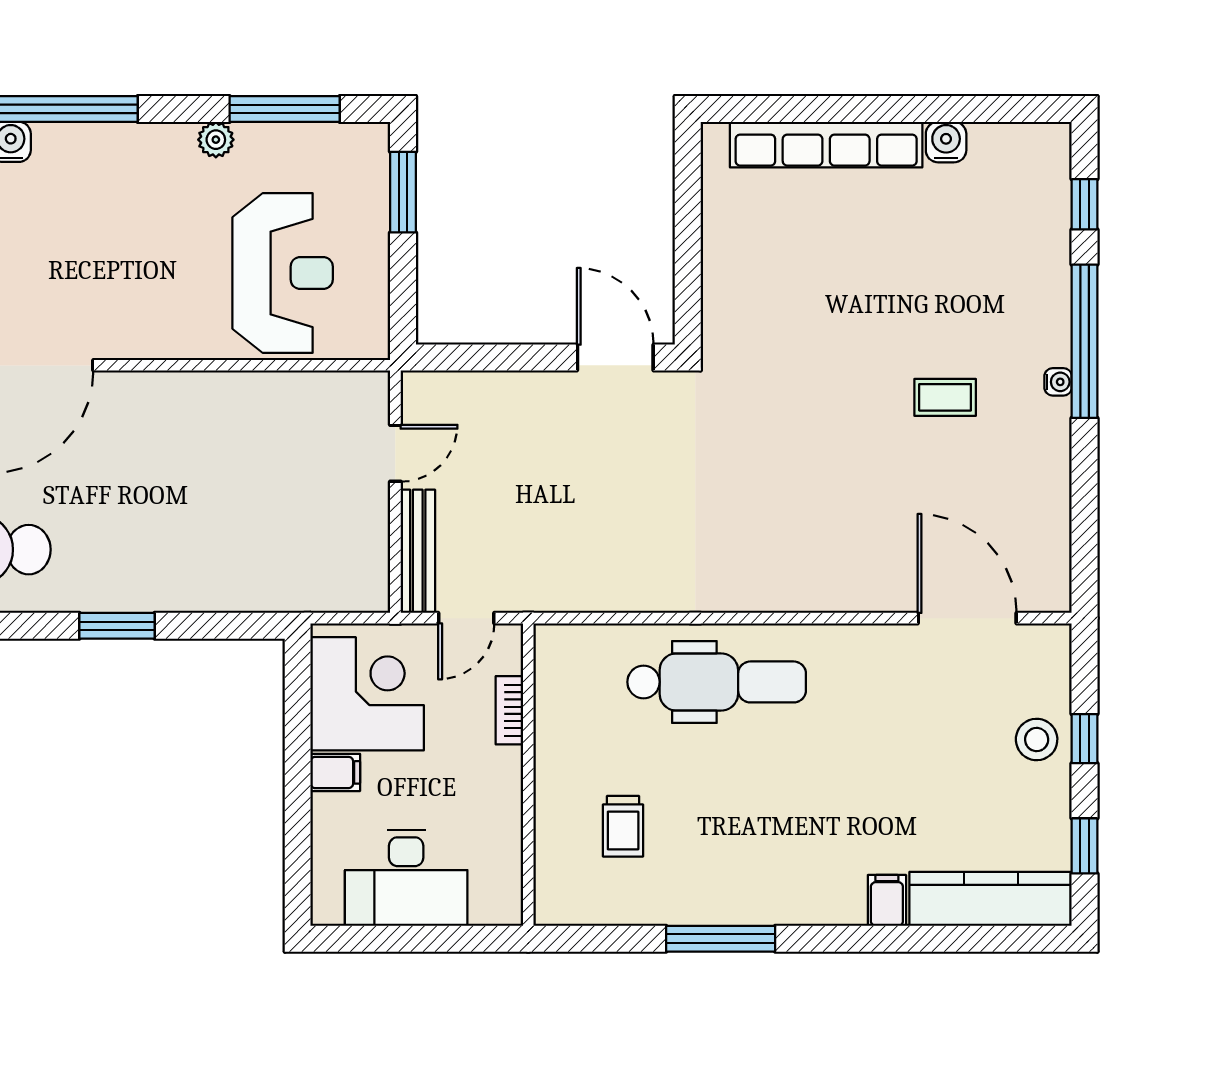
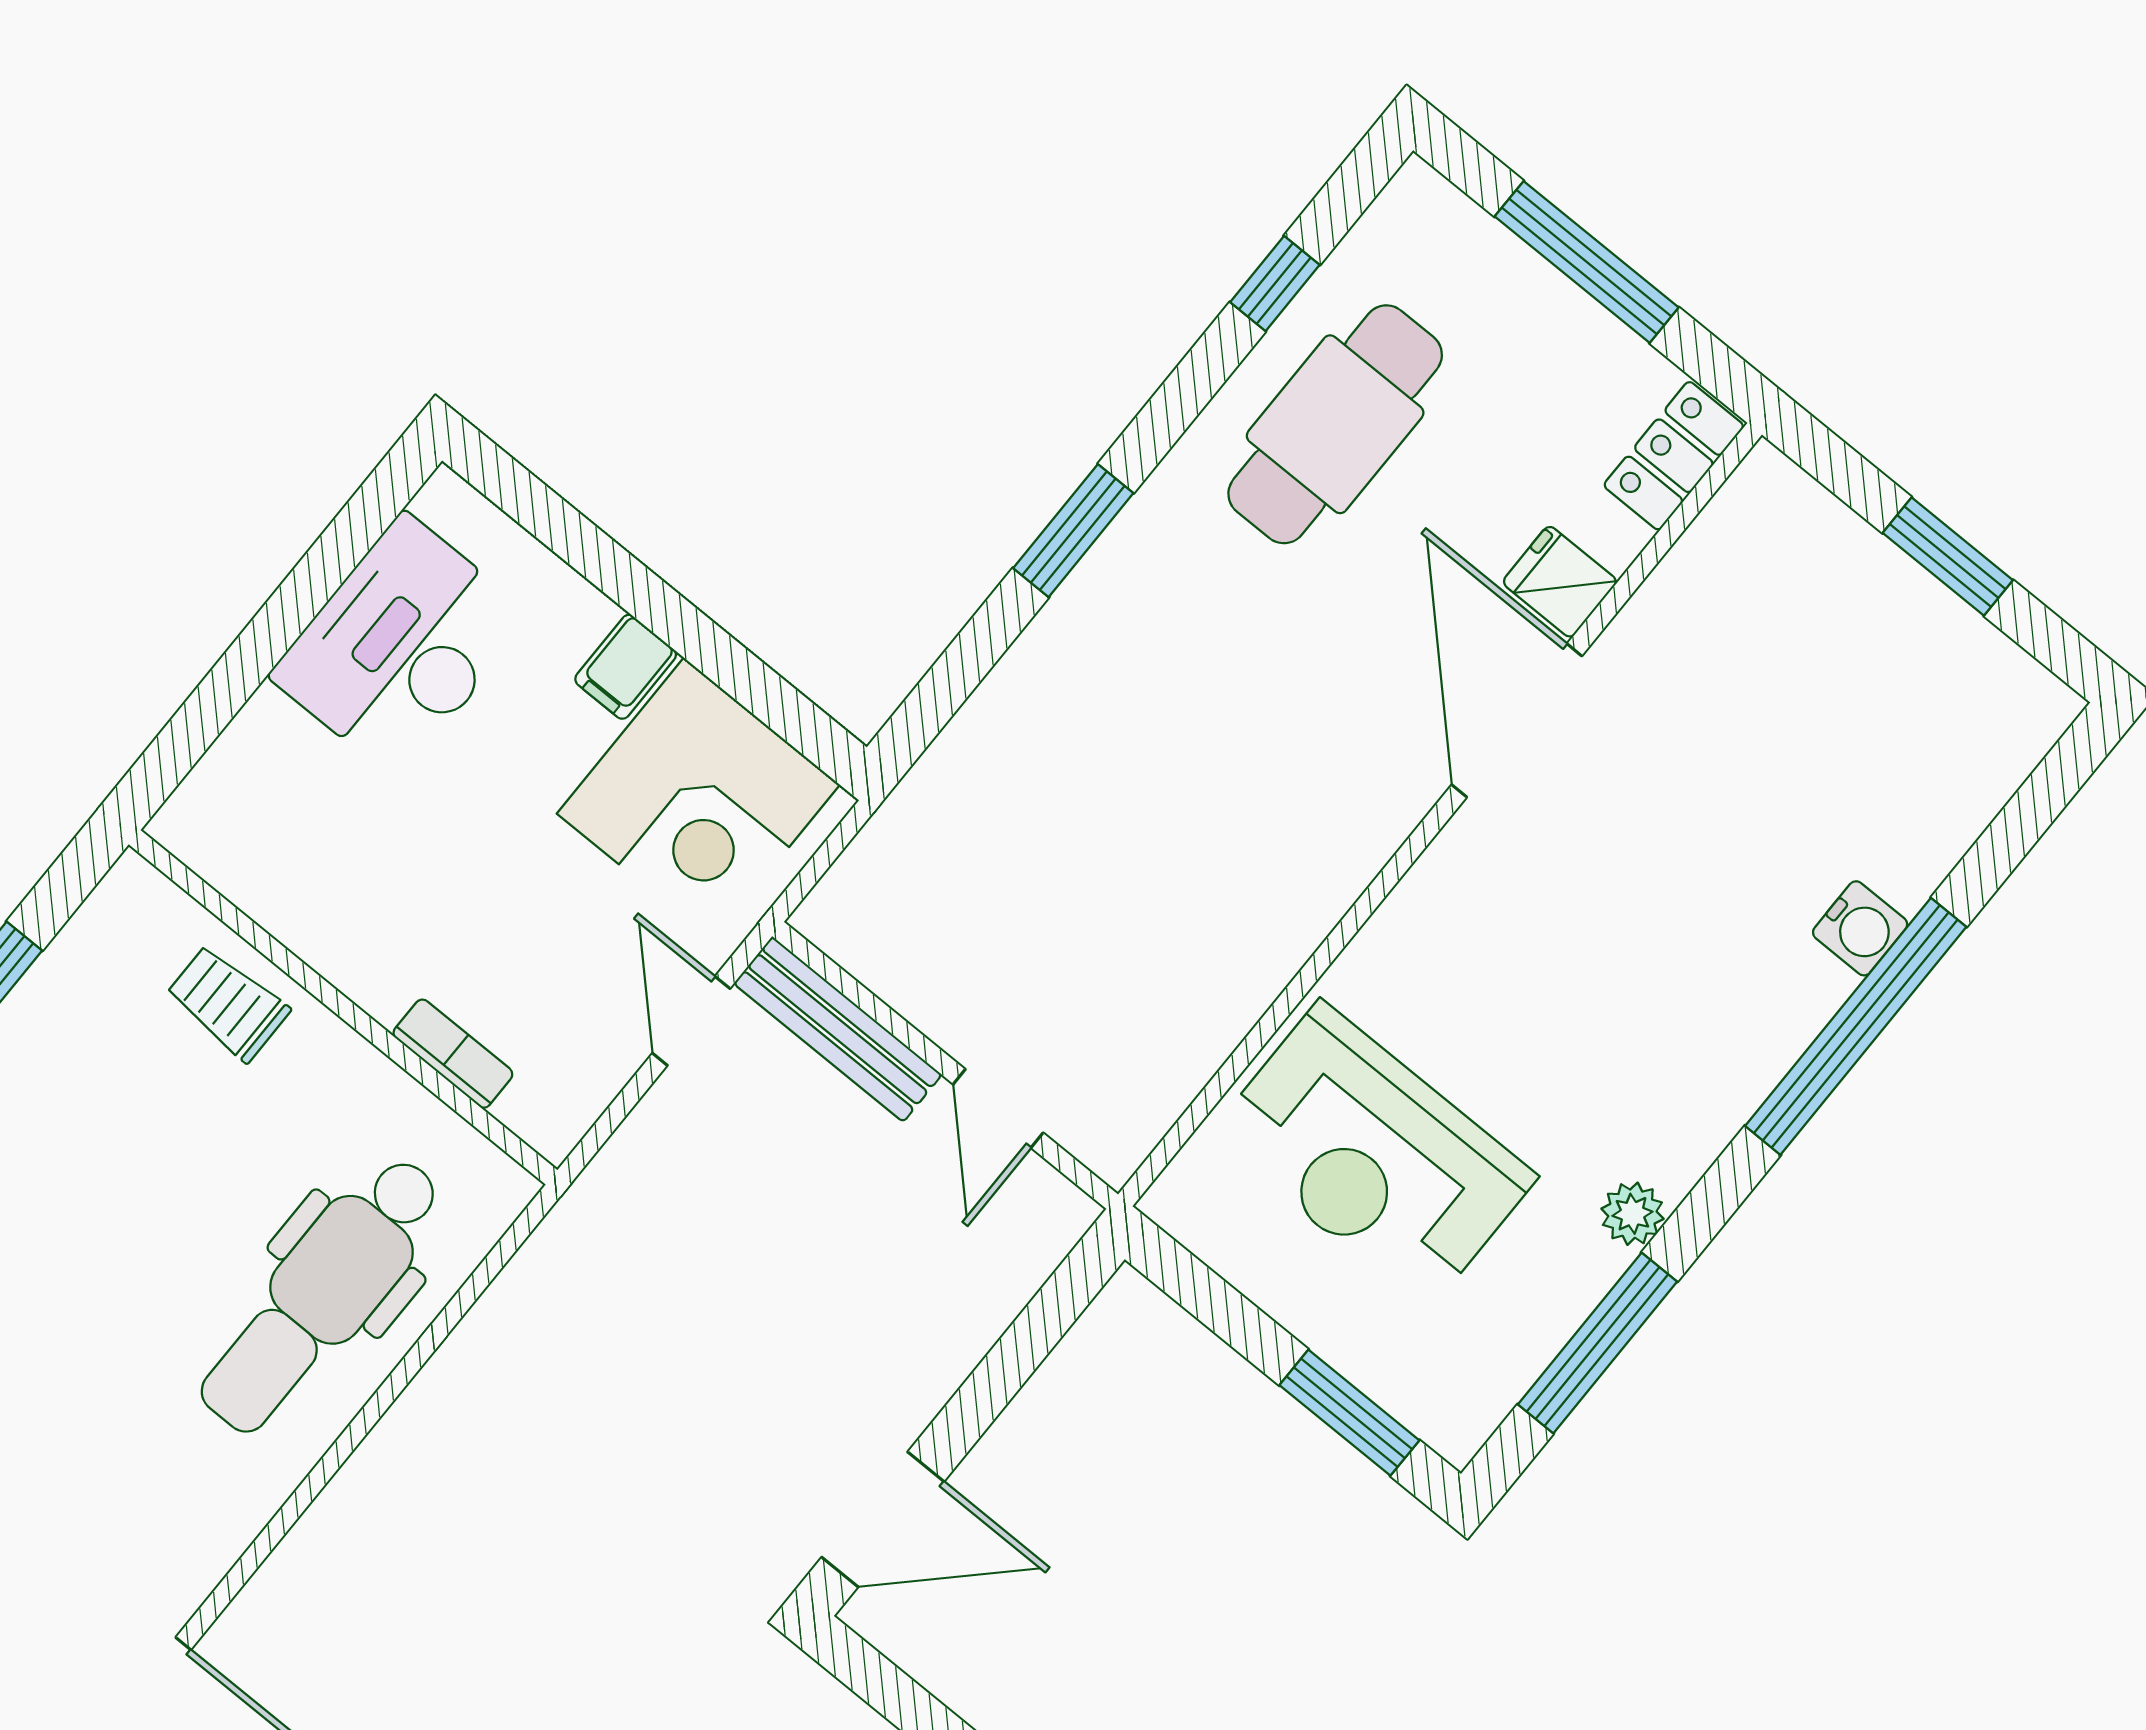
bookcase: (509, 710) -> (453, 1054), moved
wall: (528, 775) -> (343, 1007), moved

